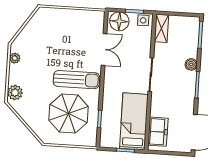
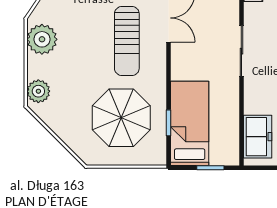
plant: (15, 58) -> (42, 39), width x1.88, depth x1.88
sun lounger: (76, 80) -> (127, 41), moved, turned 90
bed: (134, 121) -> (190, 123), moved

